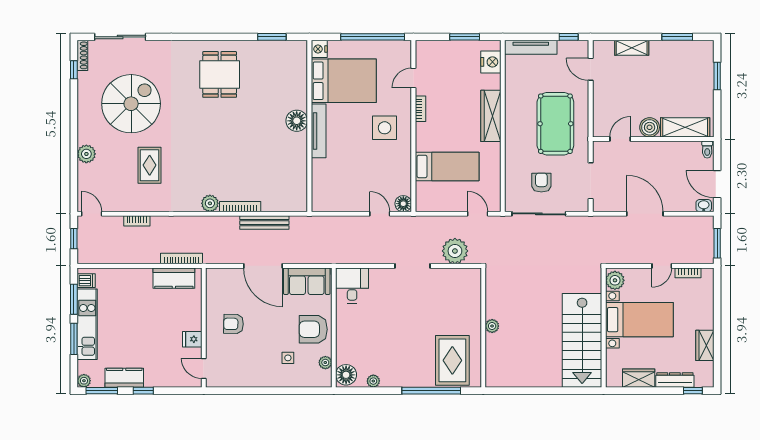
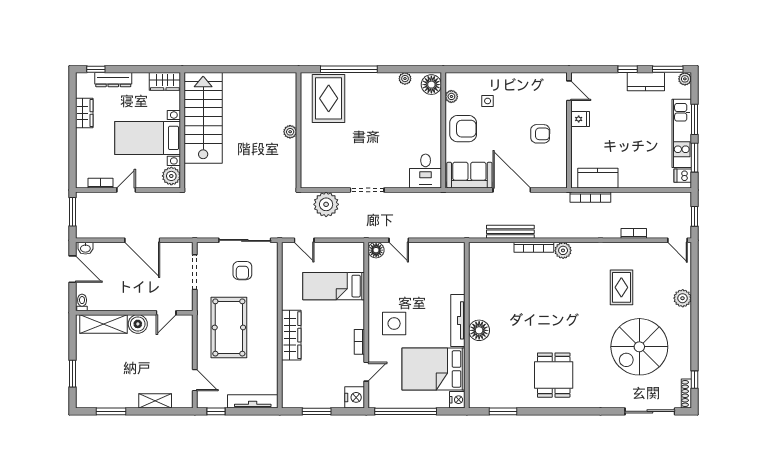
nightstand: (491, 62) -> (355, 397), moved, turned 180
wardrobe: (639, 378) -> (165, 81), moved

